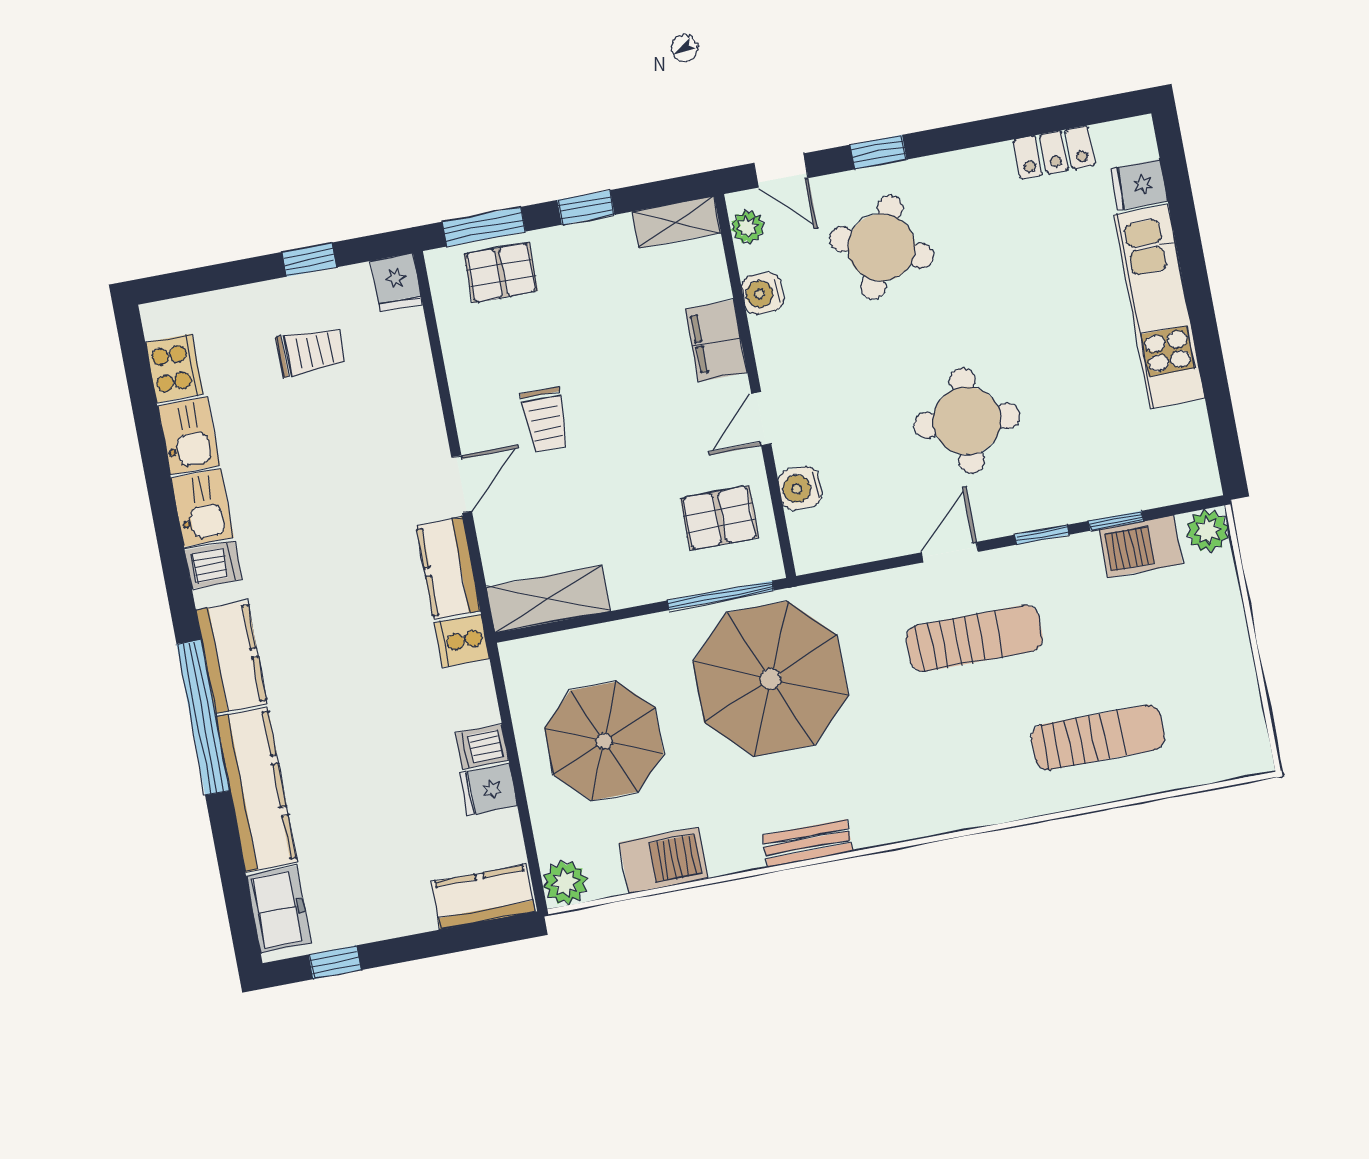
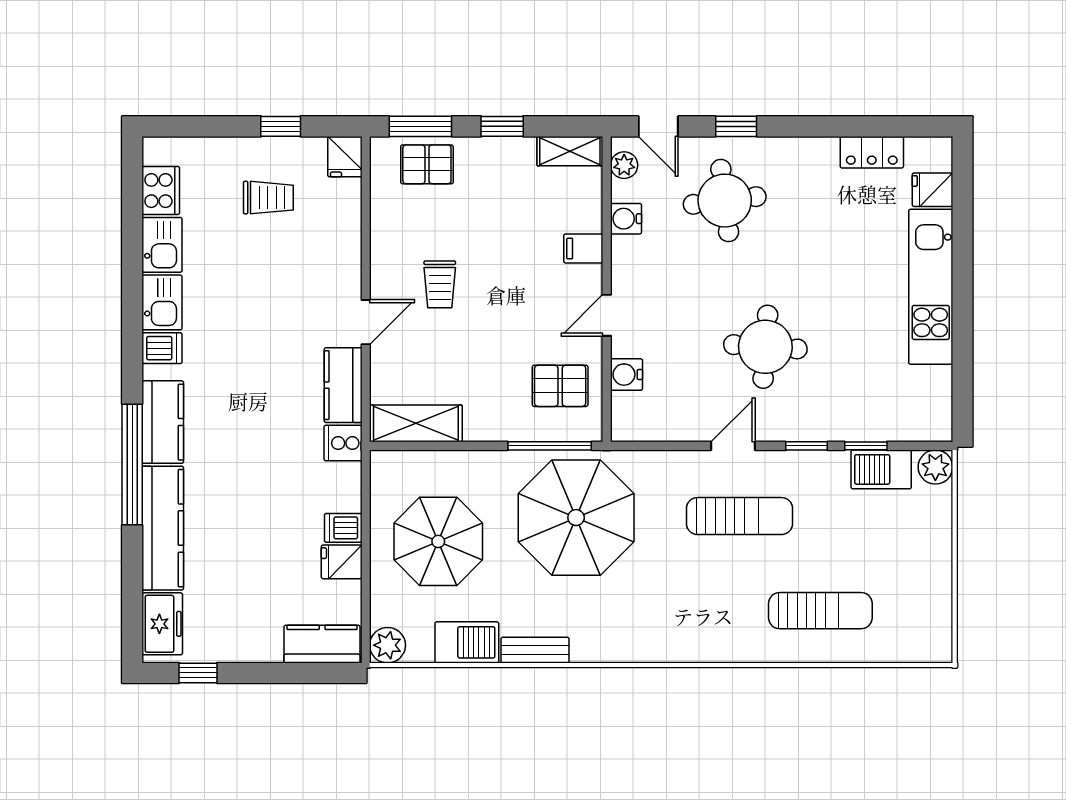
round table: (882, 247) -> (725, 201), turned -30
filing cabinet: (716, 341) -> (583, 248), width x0.50
bench: (807, 843) -> (535, 650), moved

